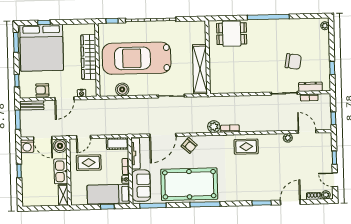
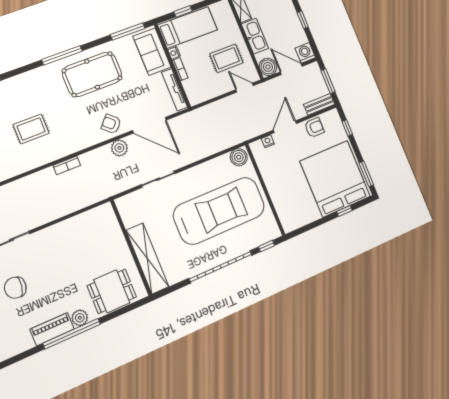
plant: (259, 25) -> (80, 318), added
piano: (280, 25) -> (52, 329), added
wardrobe: (89, 57) -> (277, 189), removed
shelving: (200, 69) -> (147, 258), moved
boiler: (122, 89) -> (239, 157), moved
plant: (214, 127) -> (119, 148), moved
door: (163, 135) -> (149, 125), swing flipped
door: (84, 137) -> (245, 88), hinge flipped
cot: (117, 144) -> (201, 94), removed
rug: (246, 147) -> (31, 129), moved
pool table: (189, 184) -> (92, 74), width x0.73, depth x0.76

